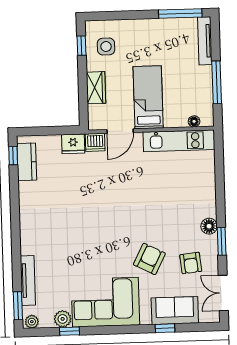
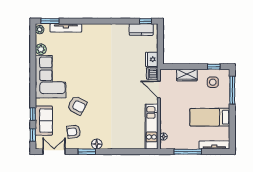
window: (180, 13) -> (232, 90), moved
bed: (148, 97) -> (210, 117), moved, turned 180
window: (70, 331) -> (33, 135), moved

